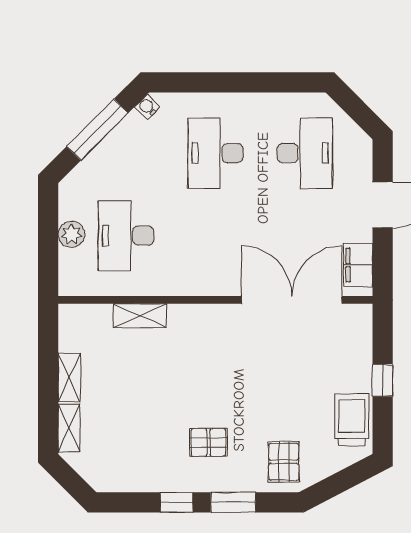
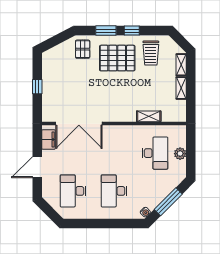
desk: (215, 153) -> (114, 191), turned 180
trolley: (352, 420) -> (151, 53), moved
pallet: (208, 442) -> (117, 58), width x2.05, depth x2.00

